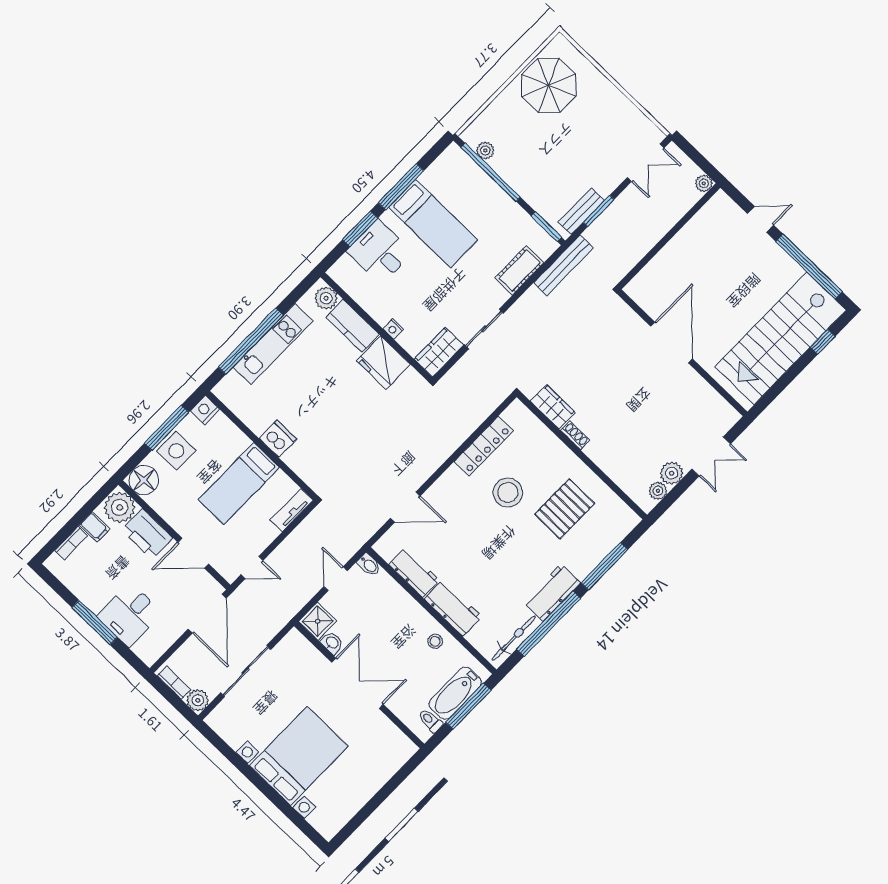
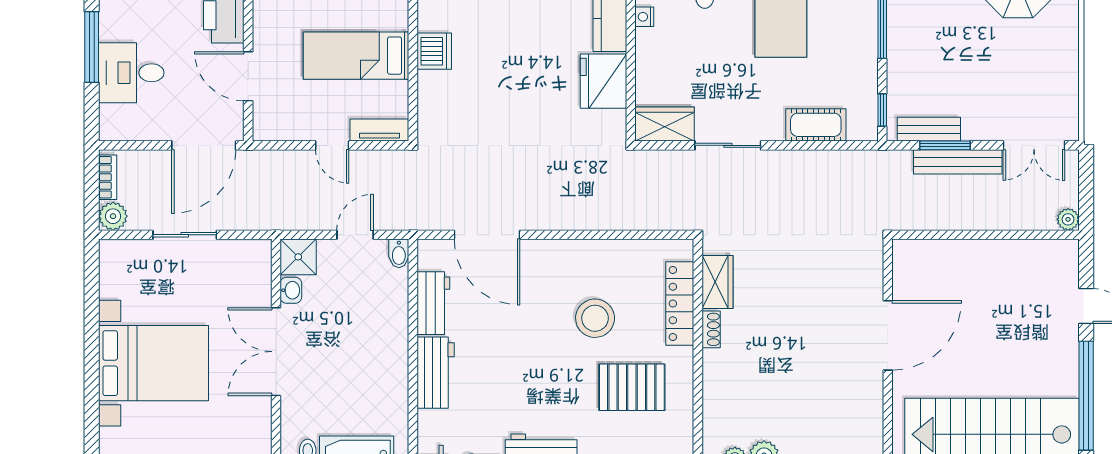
window: (546, 227) -> (882, 110), width x0.67
bench: (563, 265) -> (958, 162), moved
nightstand: (393, 329) -> (644, 17), moved
locker: (484, 446) -> (680, 303), moved, turned 90
door: (405, 507) -> (487, 235), width x1.36
door: (252, 568) -> (332, 145), moved
stool: (435, 641) -> (387, 387), removed
sliding door: (246, 671) -> (185, 235), width x0.73
double door: (357, 683) -> (276, 352), swing flipped

